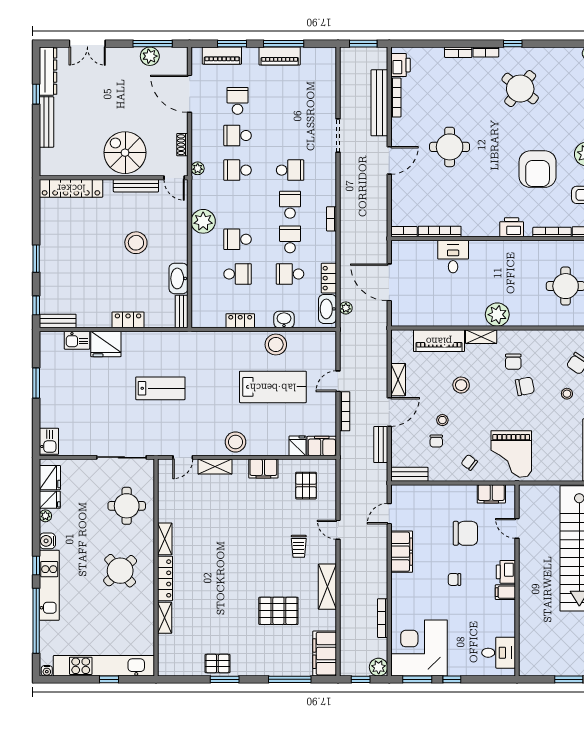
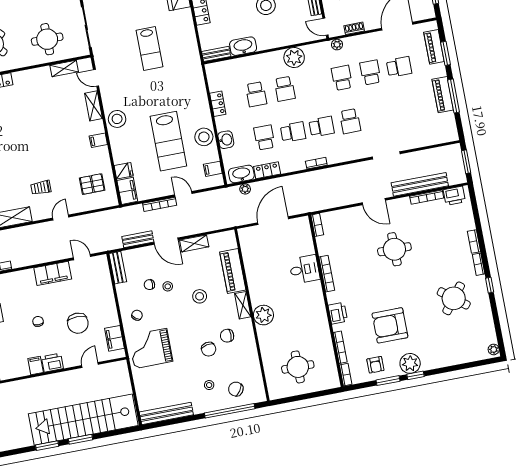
door: (174, 178) -> (325, 27), hinge flipped
bookcase: (440, 231) -> (327, 274), moved
school desk: (238, 239) -> (285, 89), turned 180
filing cabinet: (315, 341) -> (213, 169), added
filing cabinet: (263, 469) -> (98, 140), width x0.50
shelving: (165, 539) -> (64, 69), moved

